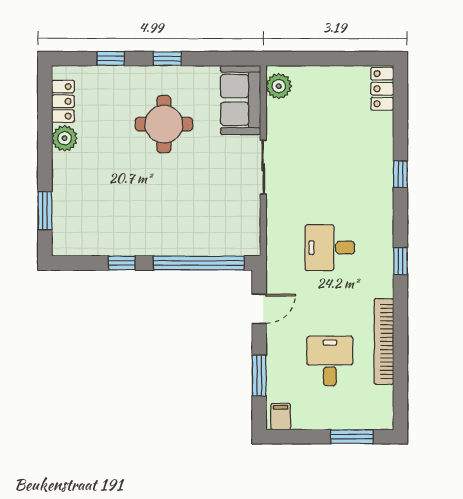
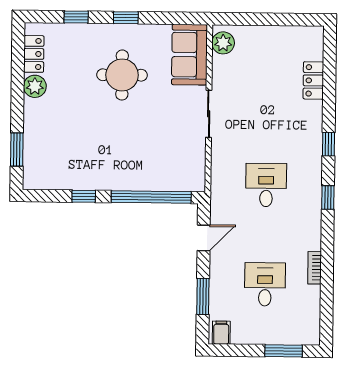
locker: (382, 89) -> (313, 80), moved
window: (400, 174) -> (329, 144), moved
desk: (330, 248) -> (266, 185), turned 90
bookcase: (384, 341) -> (315, 268), width x0.43, depth x0.76

